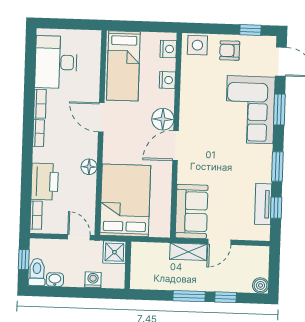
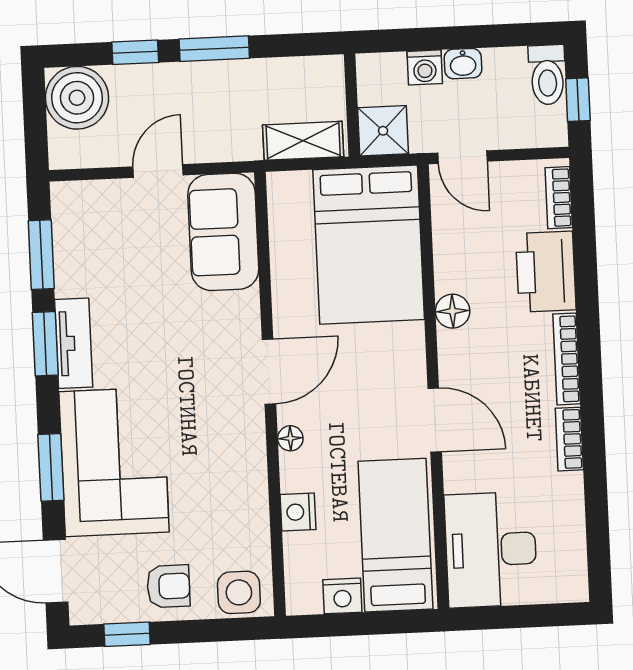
nightstand: (168, 49) -> (342, 596), moved, turned -90
desk: (56, 62) -> (491, 550), moved, turned 180
floor lamp: (163, 119) -> (290, 438), width x0.53, depth x0.53
bookcase: (39, 133) -> (567, 359), width x1.56
tv unit: (263, 204) -> (74, 343), moved
window: (276, 208) -> (41, 255), width x1.50
shelving: (188, 252) -> (303, 141), moved
washbasin: (55, 280) -> (463, 64), moved
boiler: (260, 285) -> (77, 98), width x1.86, depth x1.86

